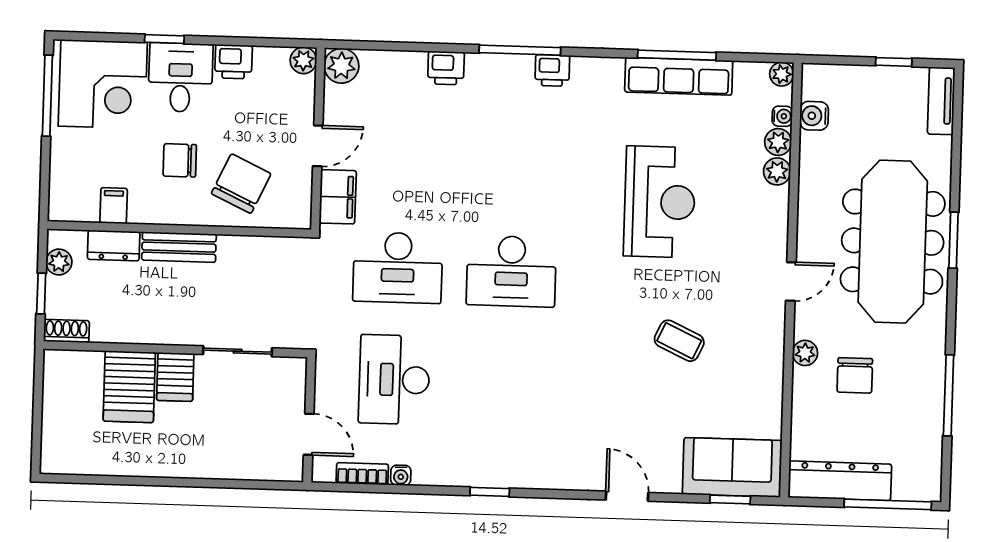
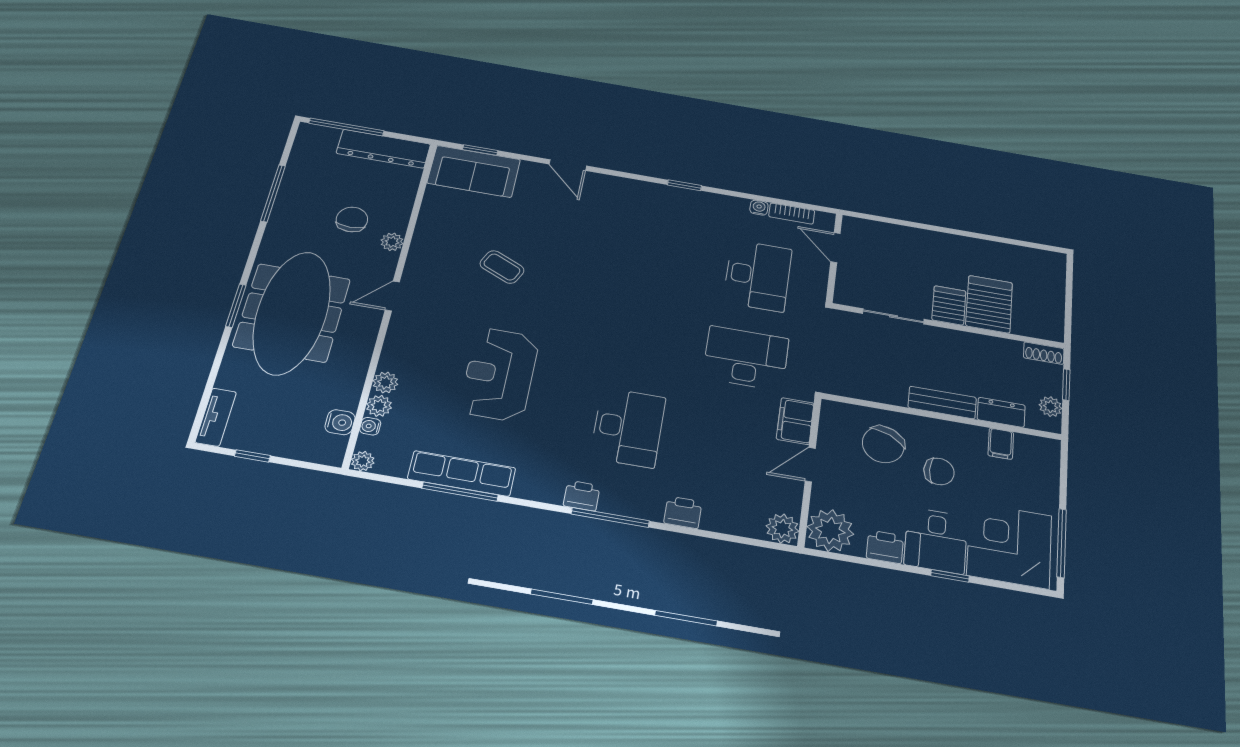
plant: (303, 60) -> (830, 530), width x1.87, depth x1.87
desk: (511, 271) -> (628, 427), moved, turned 90

